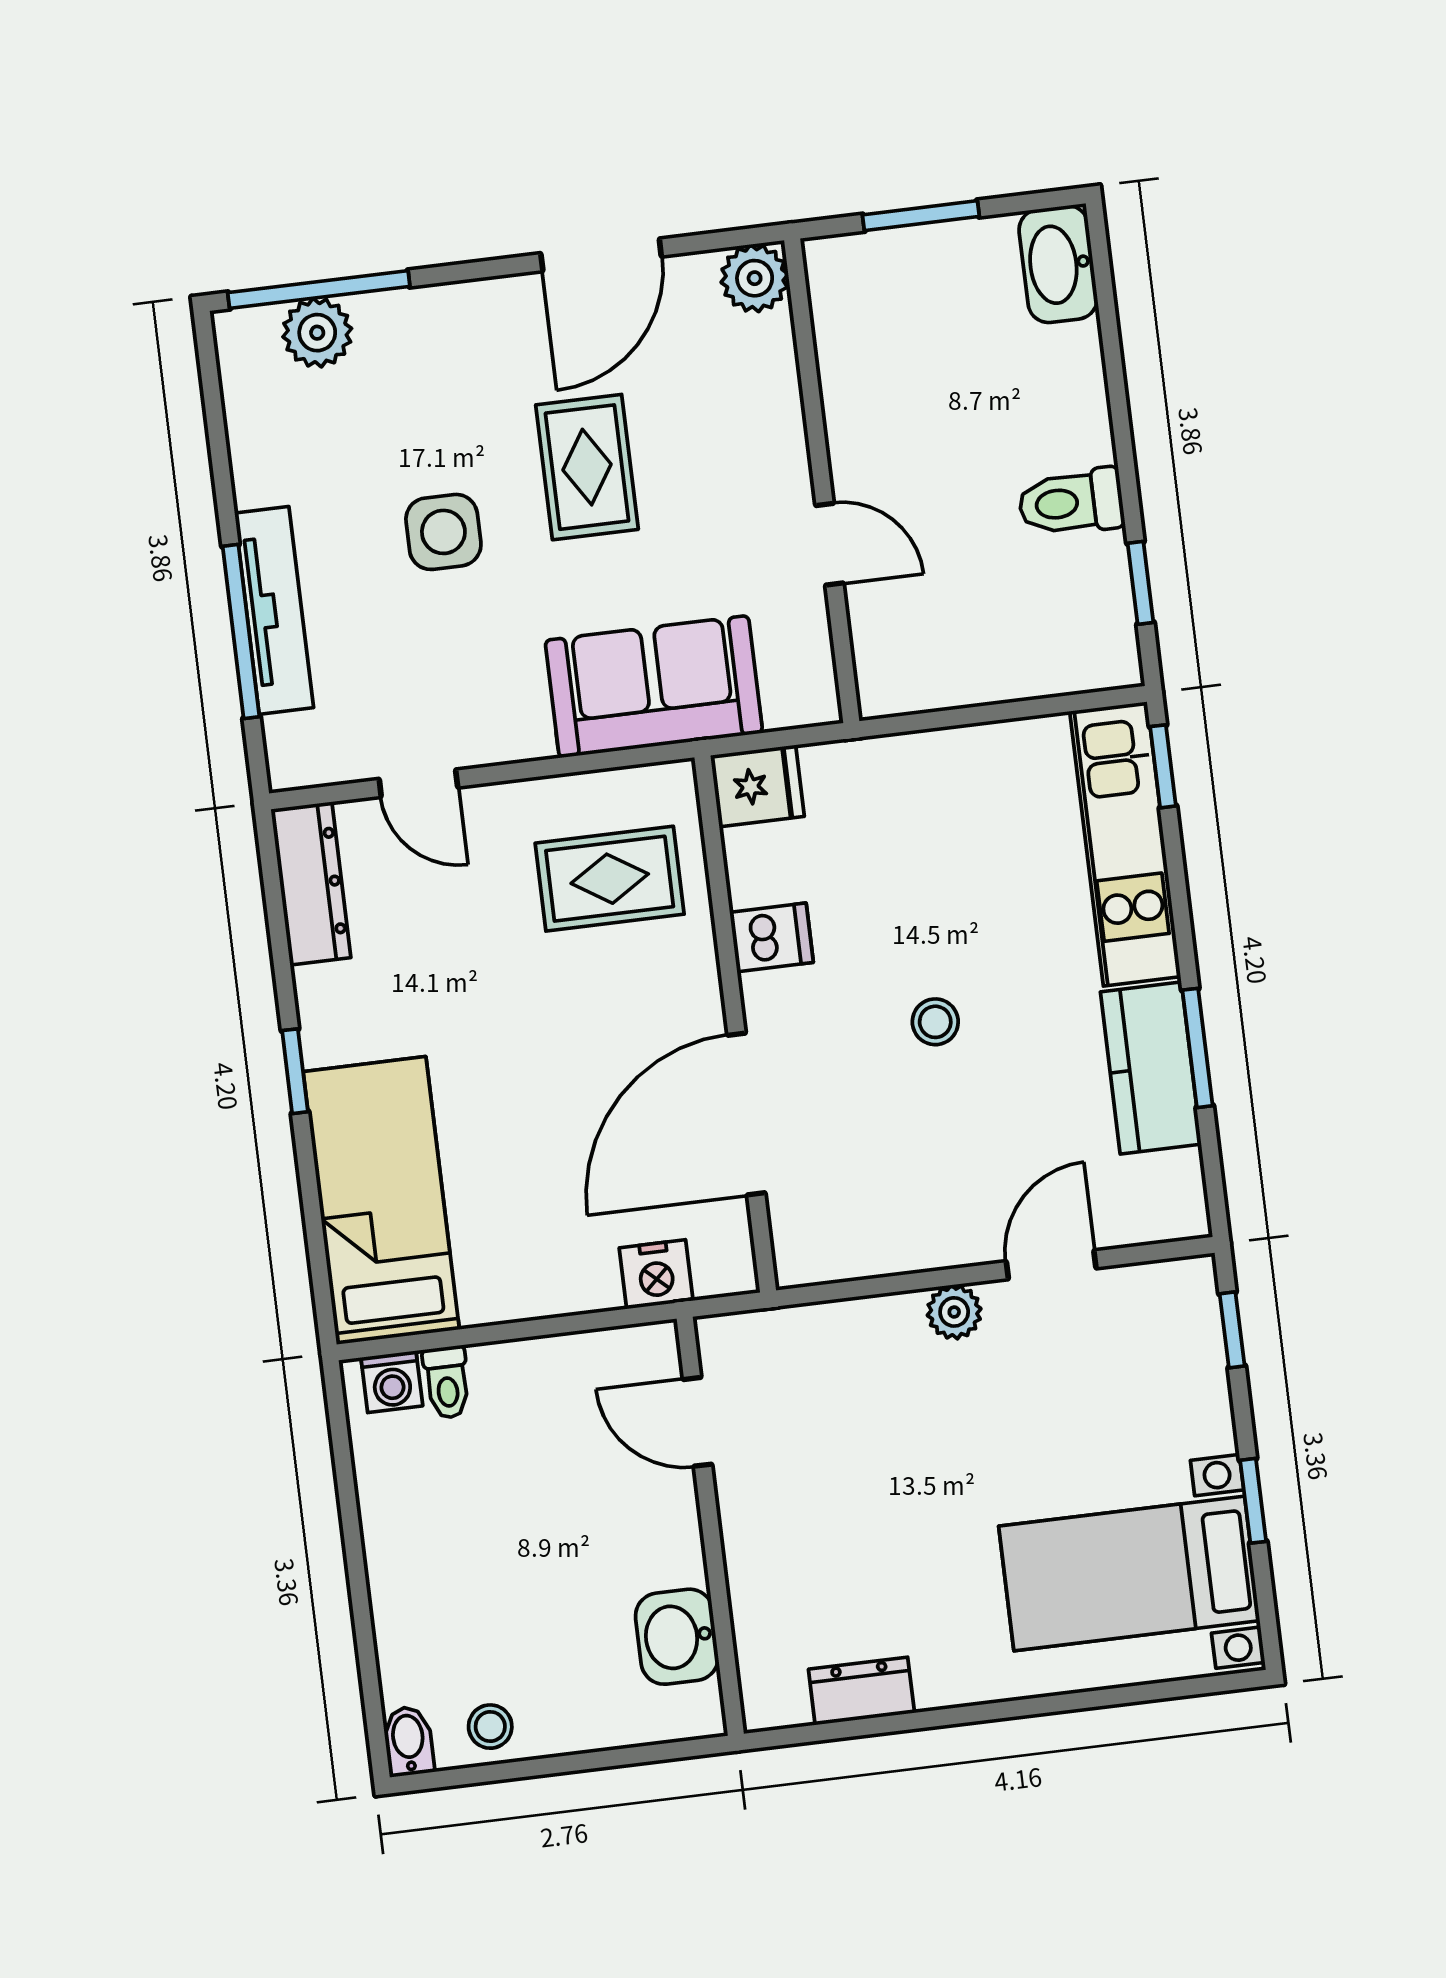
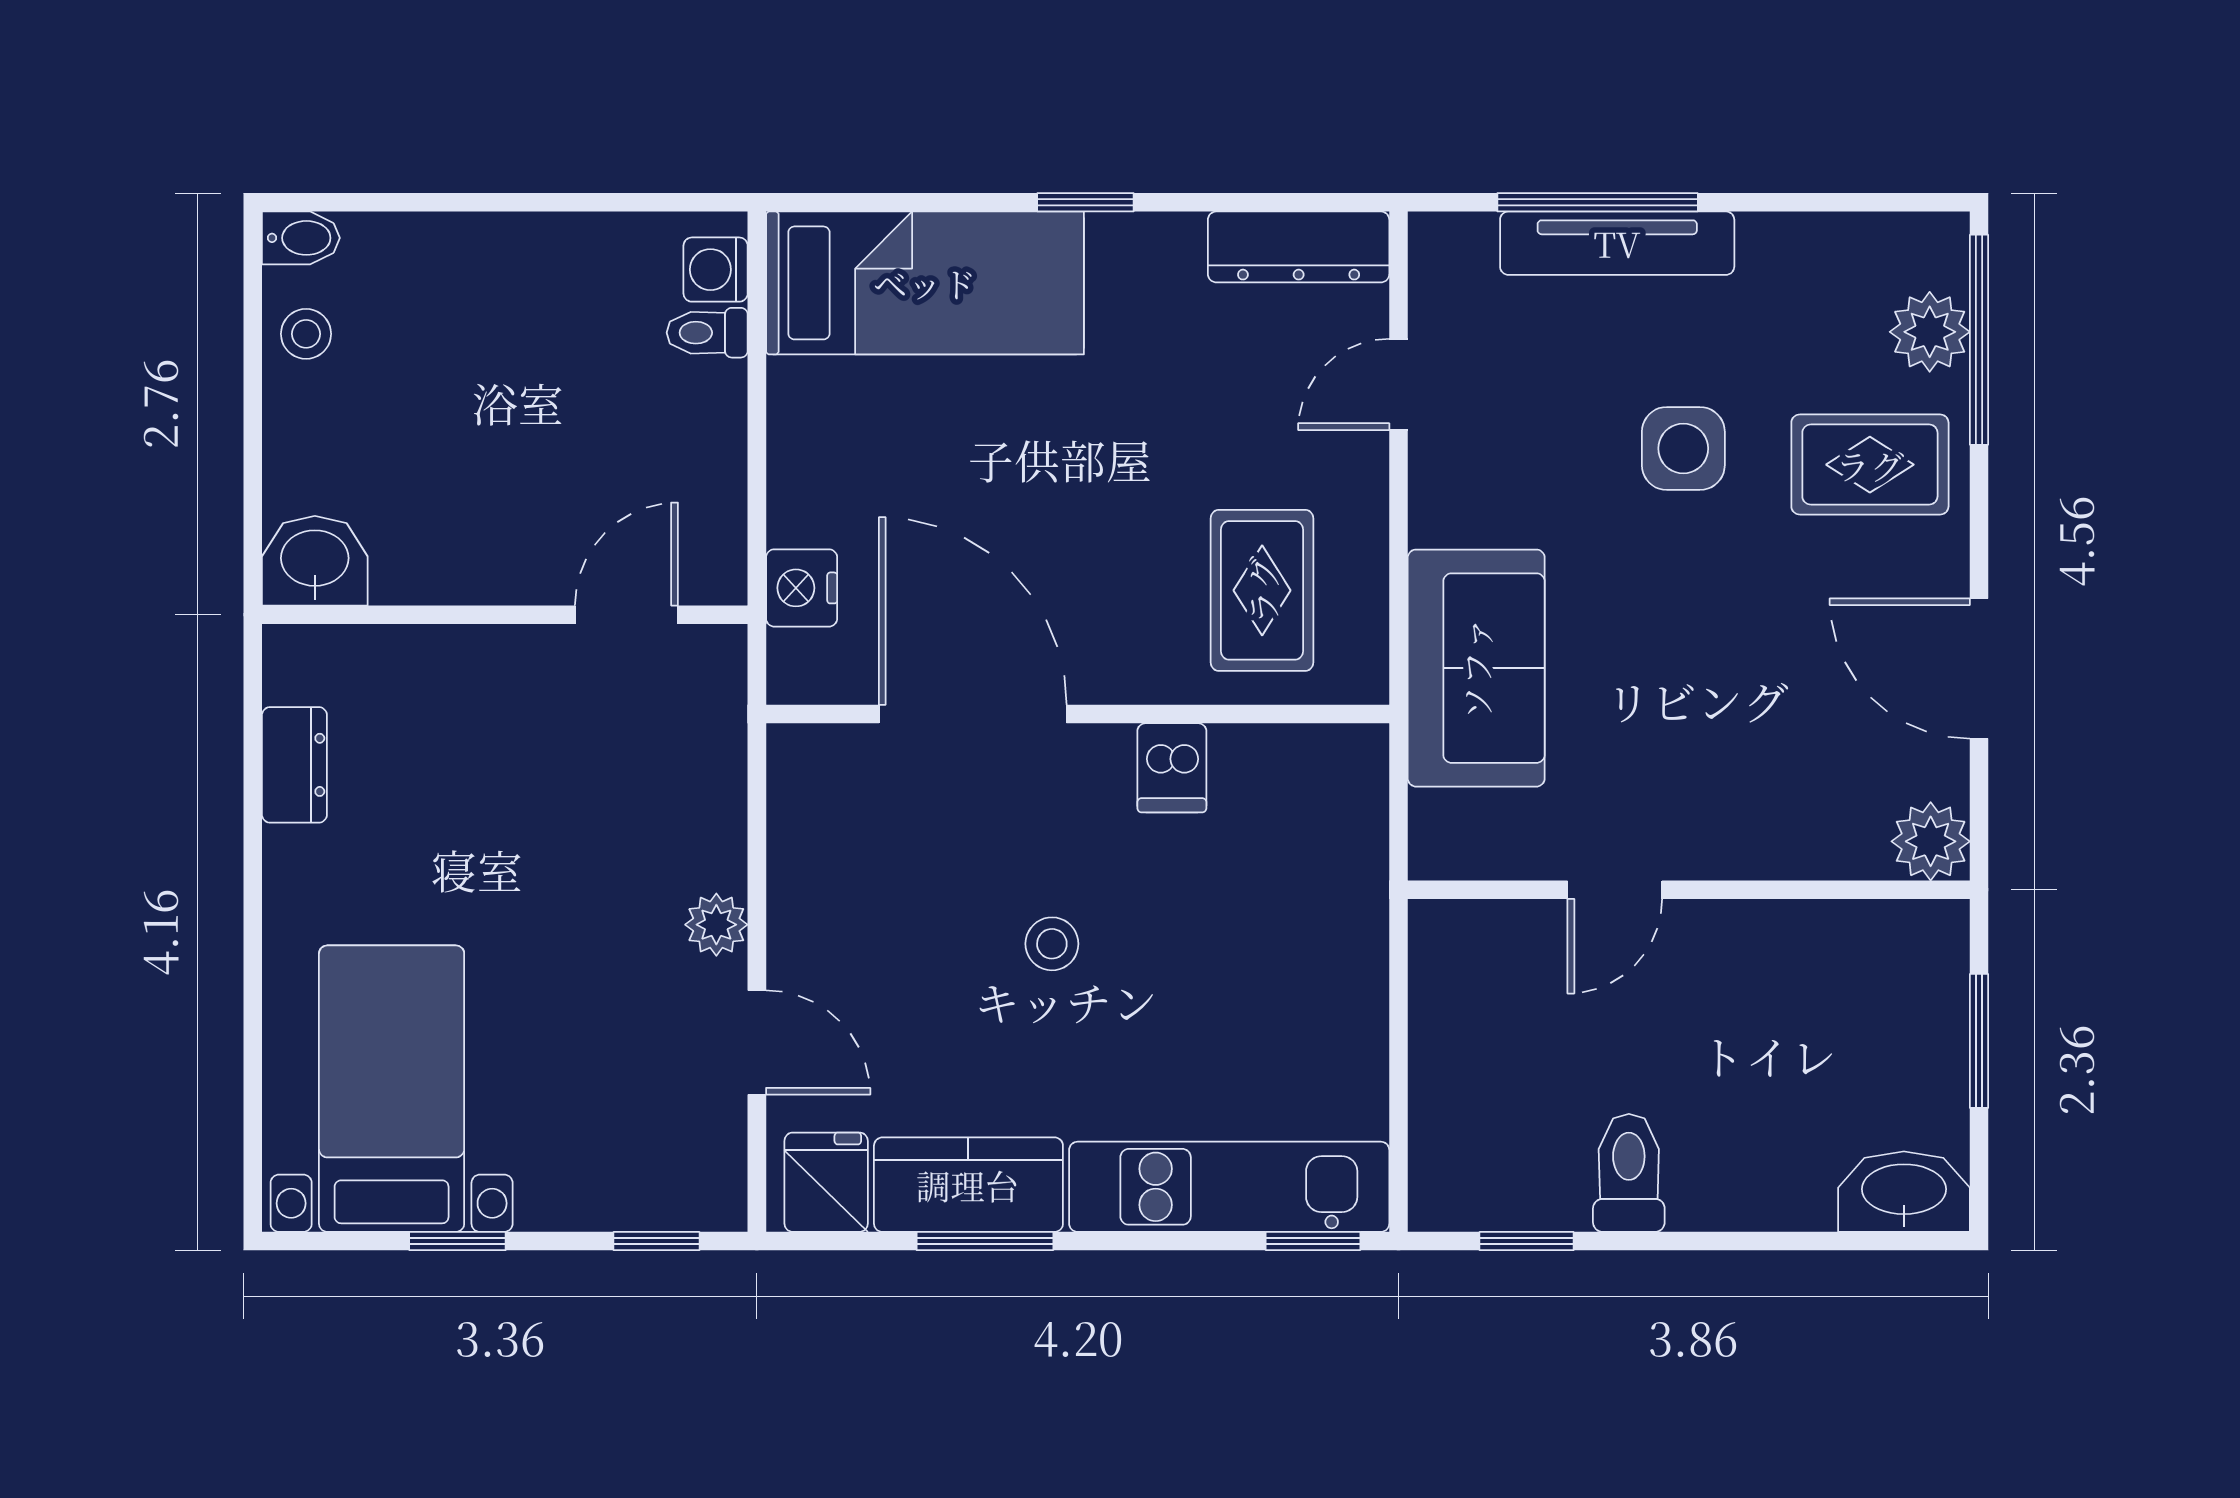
rug: (587, 467) -> (1870, 465), moved
fridge: (757, 786) -> (826, 1182), moved, turned 180
washbasin: (677, 1637) -> (315, 561), moved

